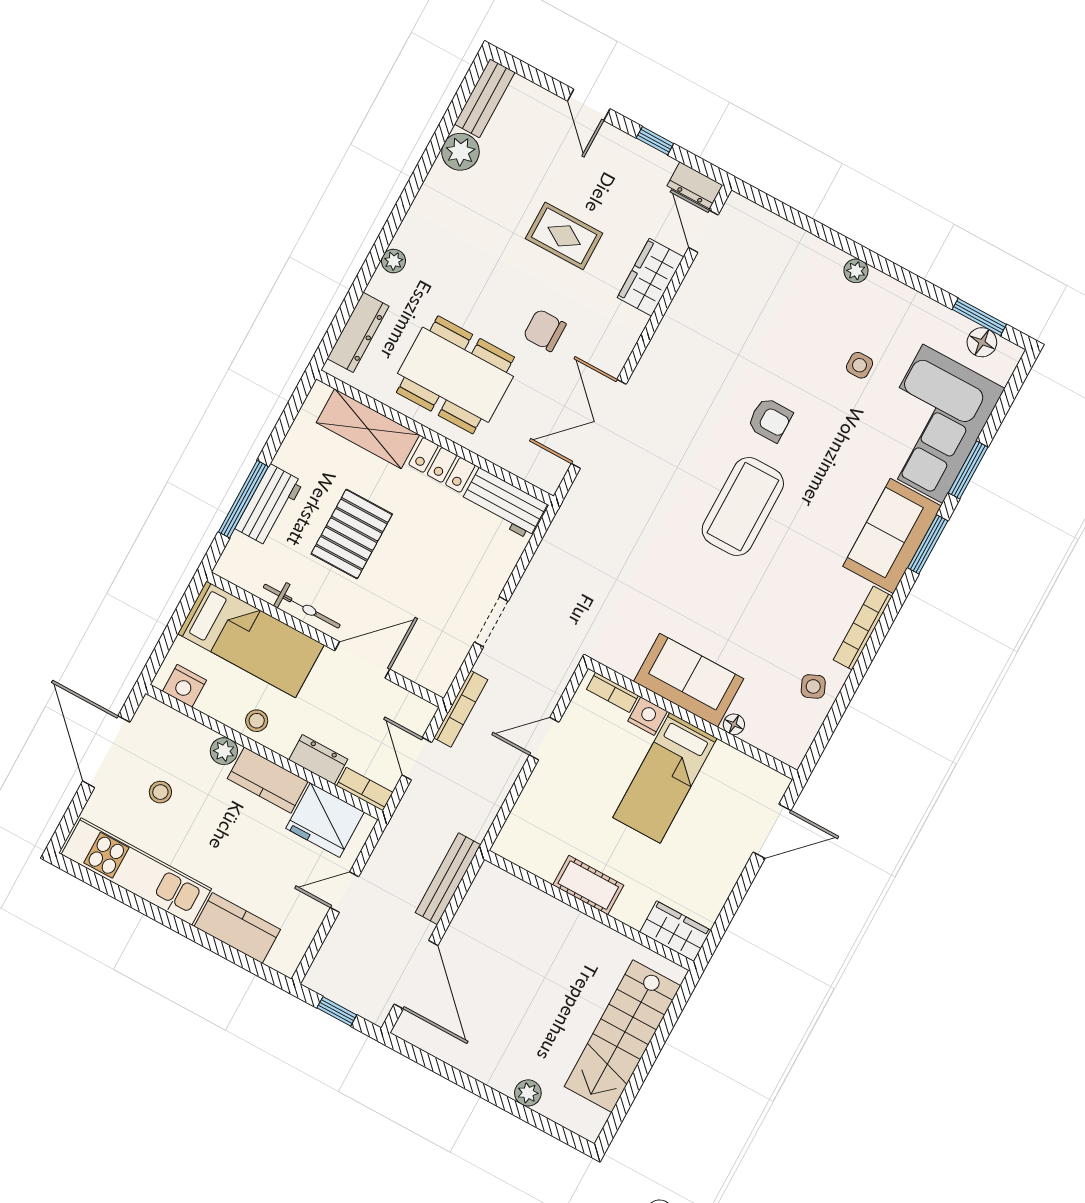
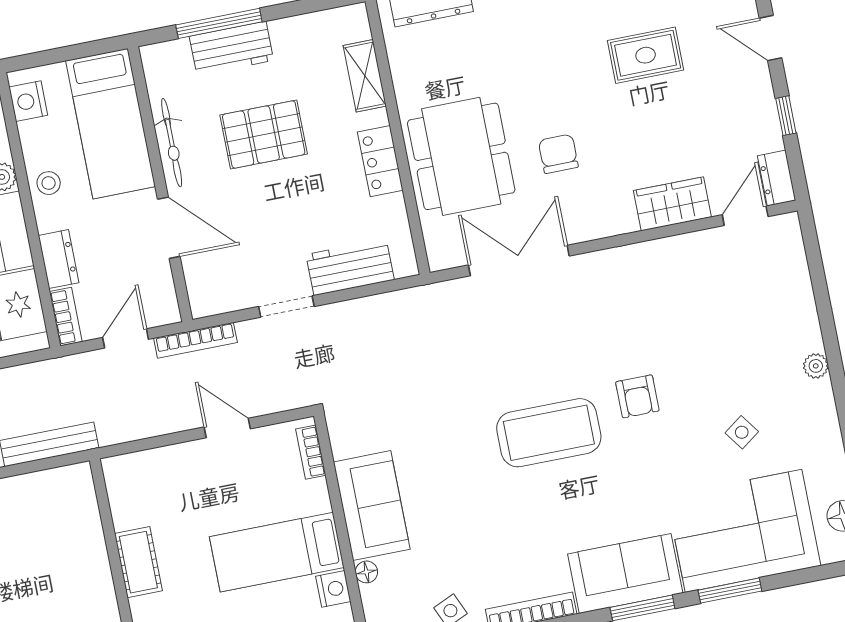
door: (589, 105) -> (771, 38), hinge flipped
rug: (564, 236) -> (646, 55), moved, turned 90
side table: (860, 365) -> (742, 432), turned -36
dining table: (455, 375) -> (461, 156), moved
shelving: (368, 429) -> (365, 76), width x0.67, depth x0.75
workbench: (504, 503) -> (350, 267), moved, turned 90
nightstand: (648, 716) -> (333, 589), moved

